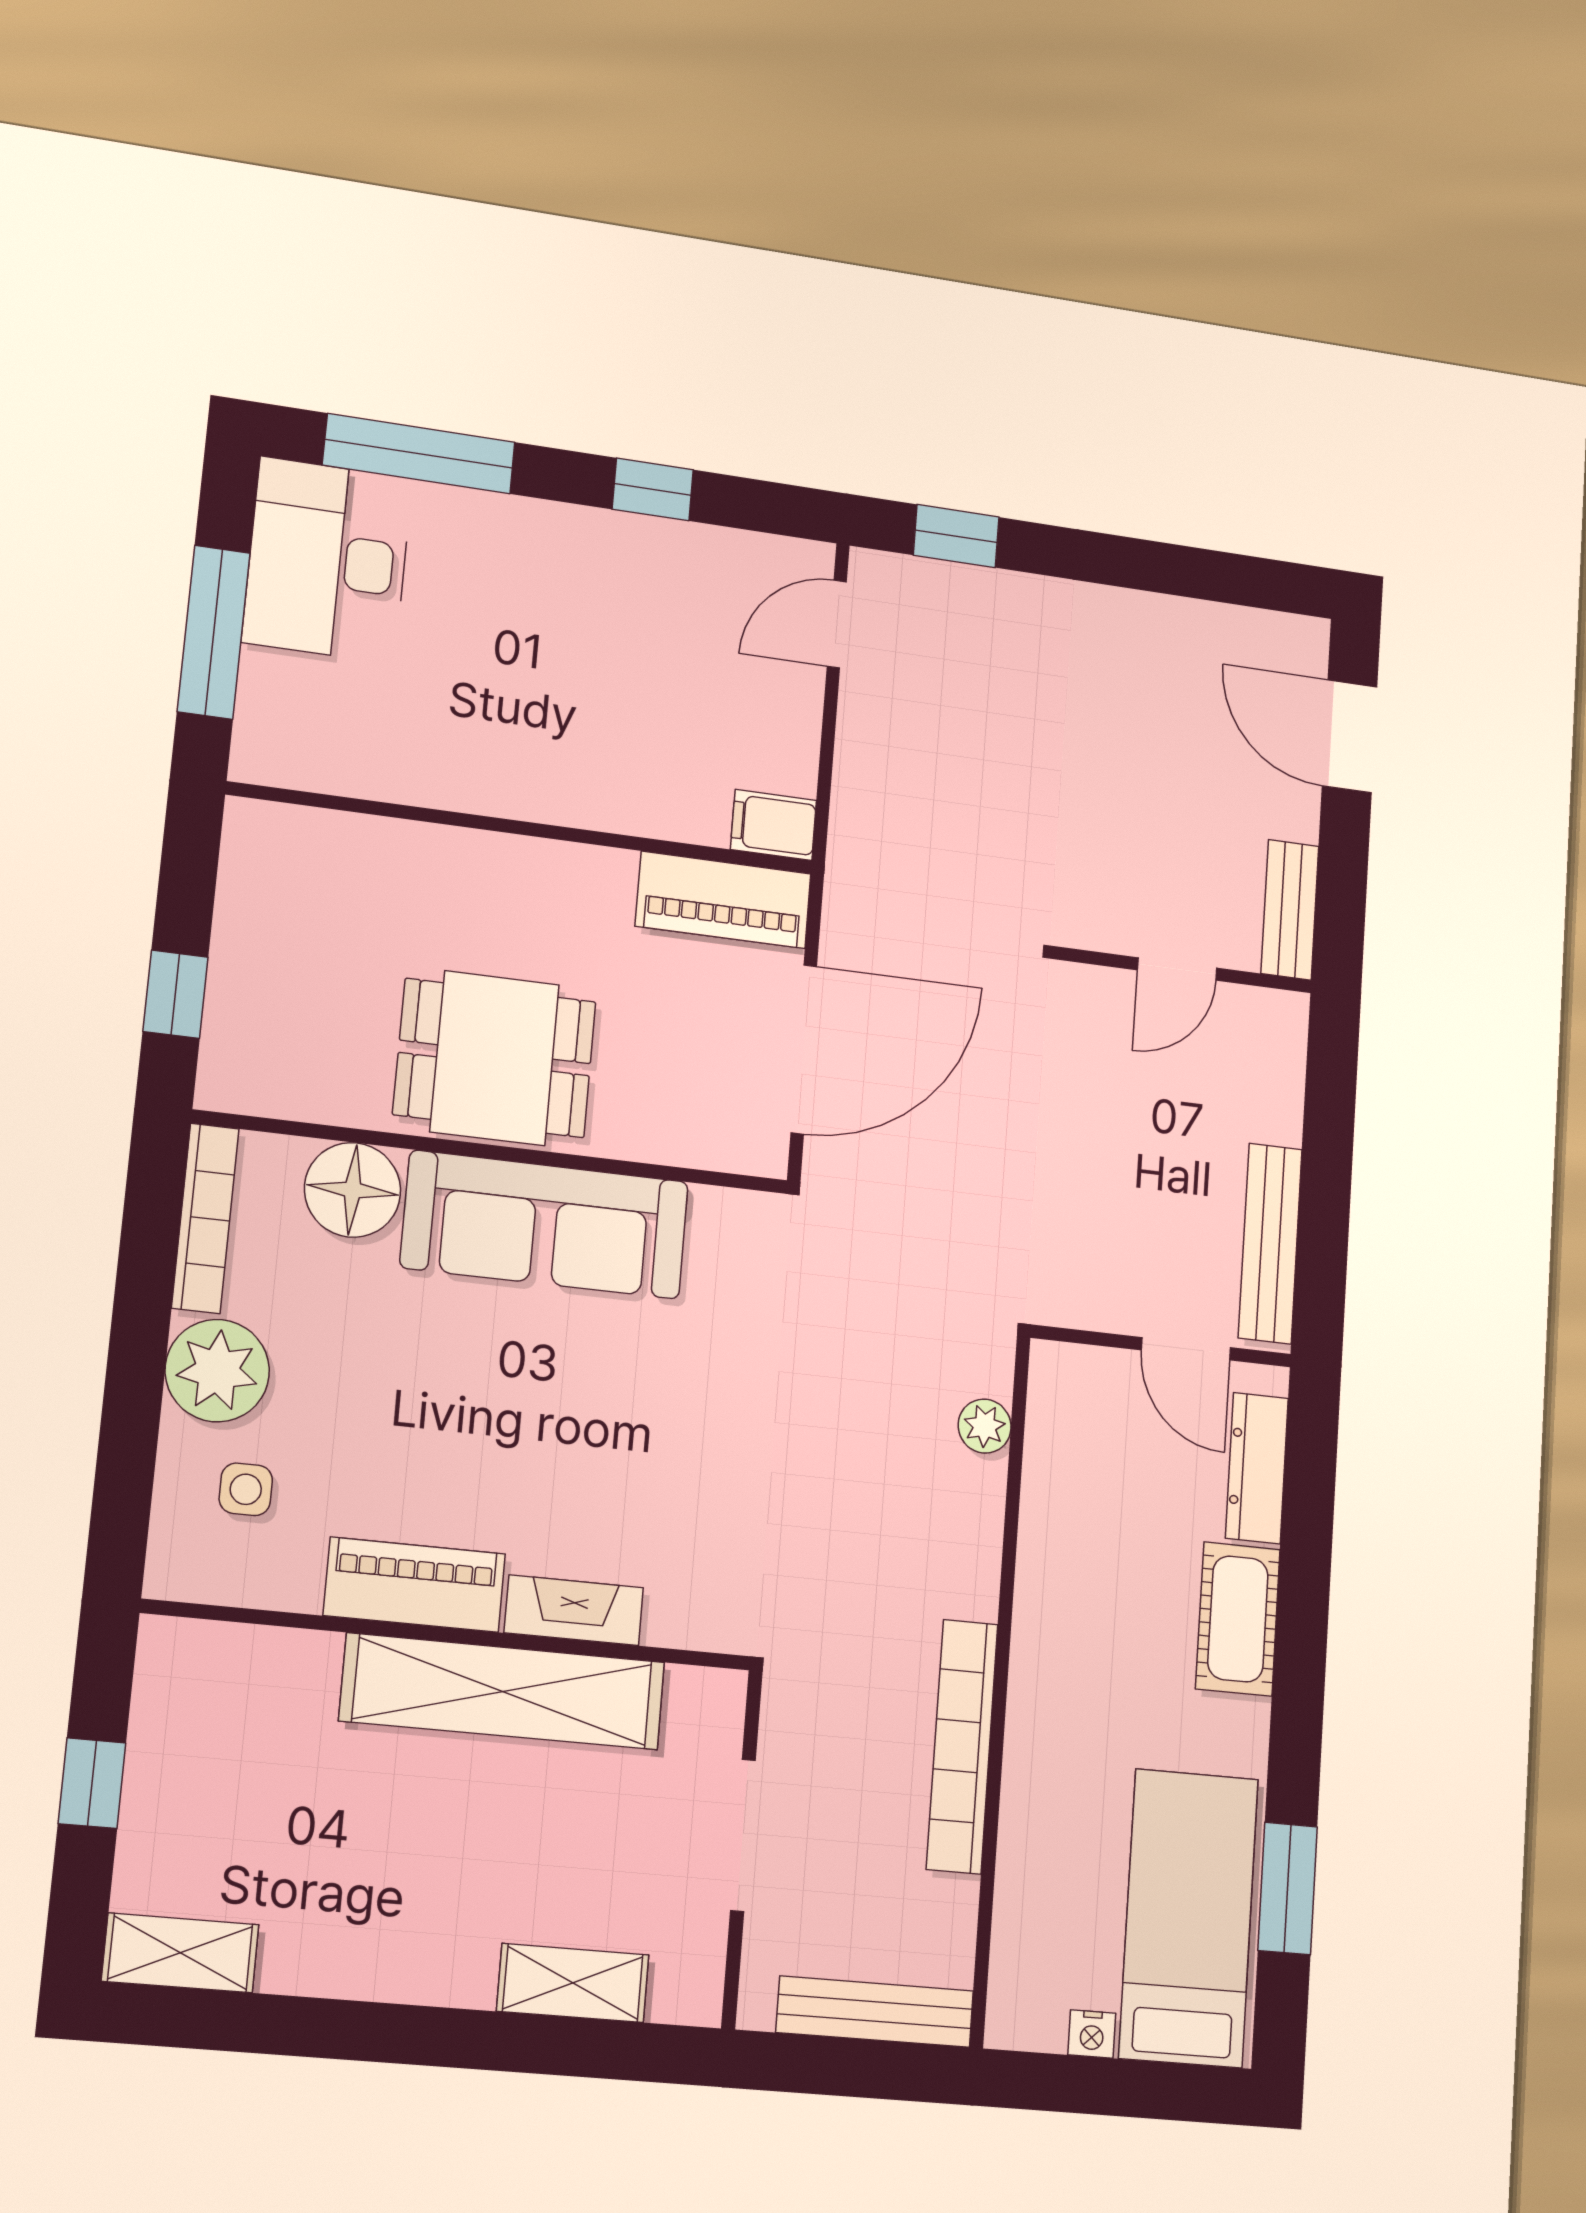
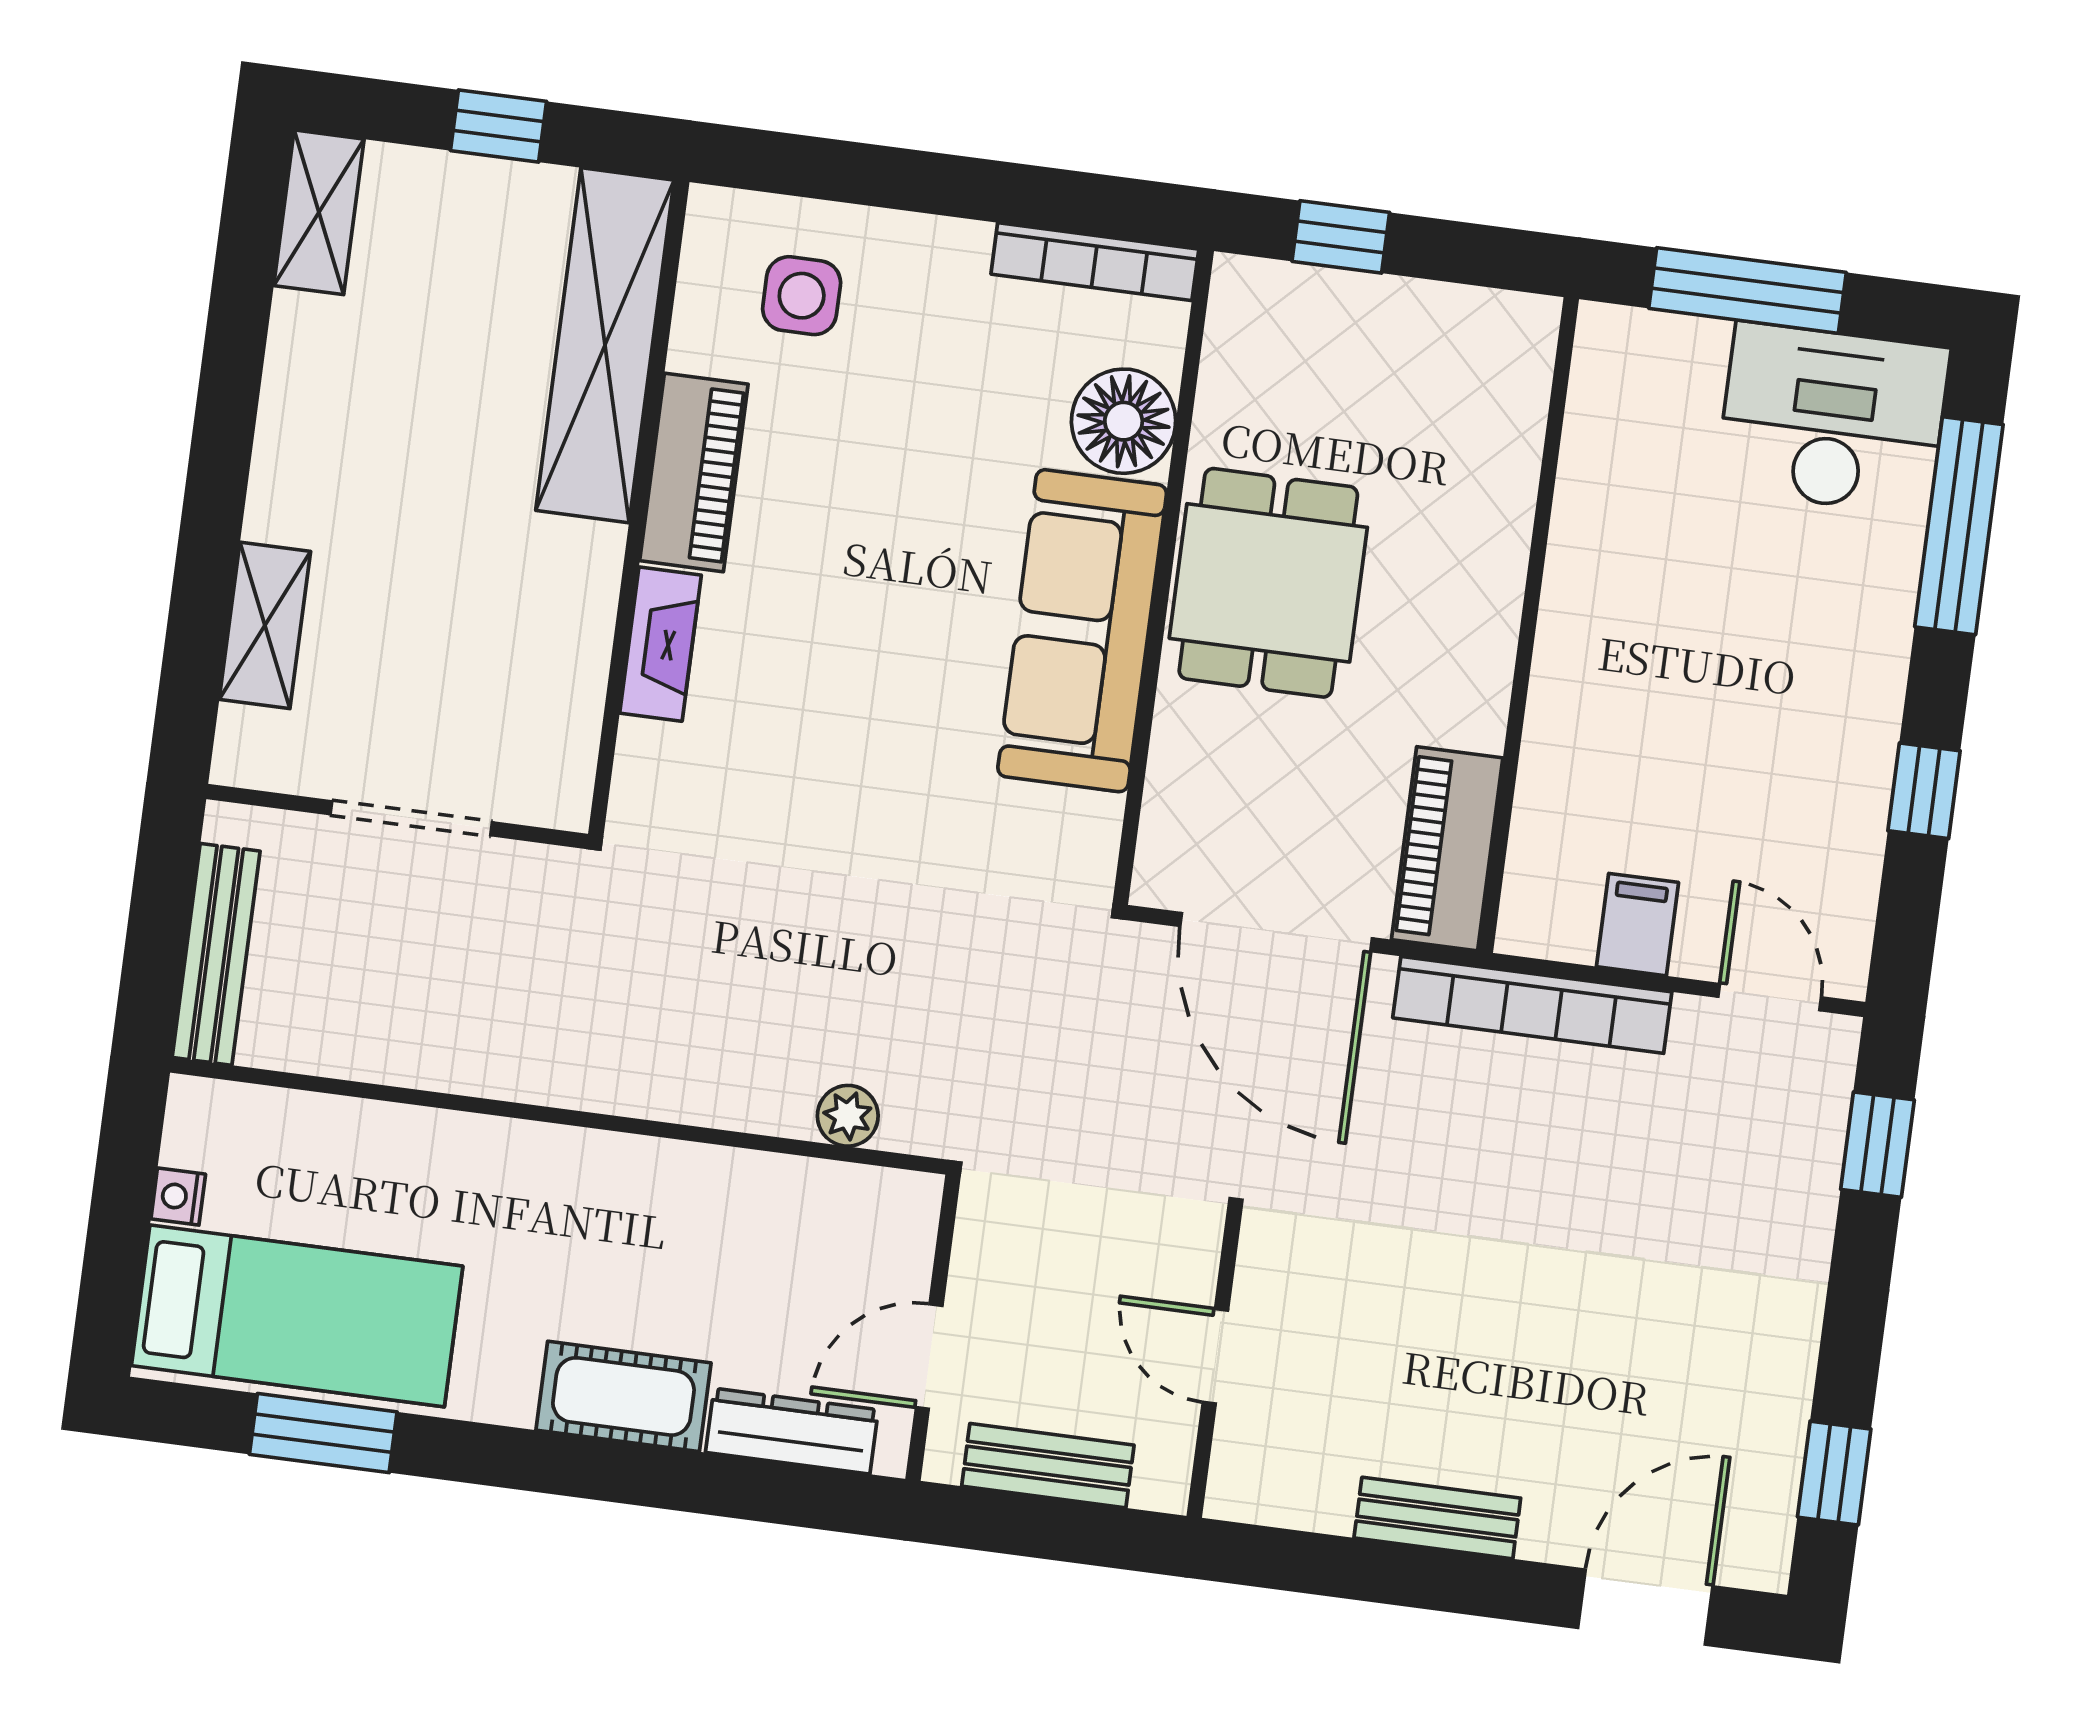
window: (1230, 578) -> (1834, 1473), added
filing cabinet: (774, 825) -> (1637, 925), moved
door: (1177, 969) -> (1215, 1356), moved
wall: (1184, 970) -> (1214, 1365), moved
bench: (1270, 1243) -> (1048, 1466), width x0.73
plant: (217, 1371) -> (930, 269), removed
side table: (246, 1489) -> (802, 296), width x1.37, depth x1.37
shelving: (503, 1692) -> (605, 345), moved
bookcase: (962, 1746) -> (1532, 1005), moved, turned 180

